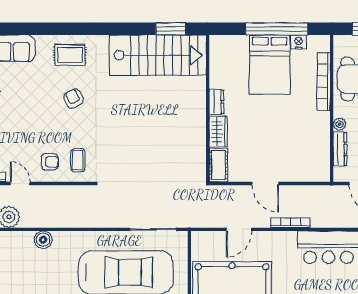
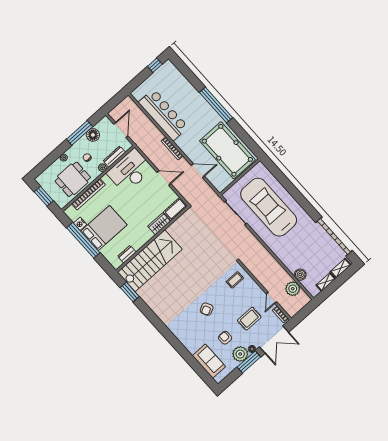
rug: (70, 55) -> (249, 319), moved, turned 90
stairs: (158, 55) -> (150, 261), moved, turned 90
dresser: (216, 102) -> (127, 254), moved
desk: (308, 152) -> (130, 171), added
armchair: (50, 162) -> (225, 338), moved
door: (265, 183) -> (164, 178), hinge flipped
boiler: (43, 240) -> (300, 275), moved

